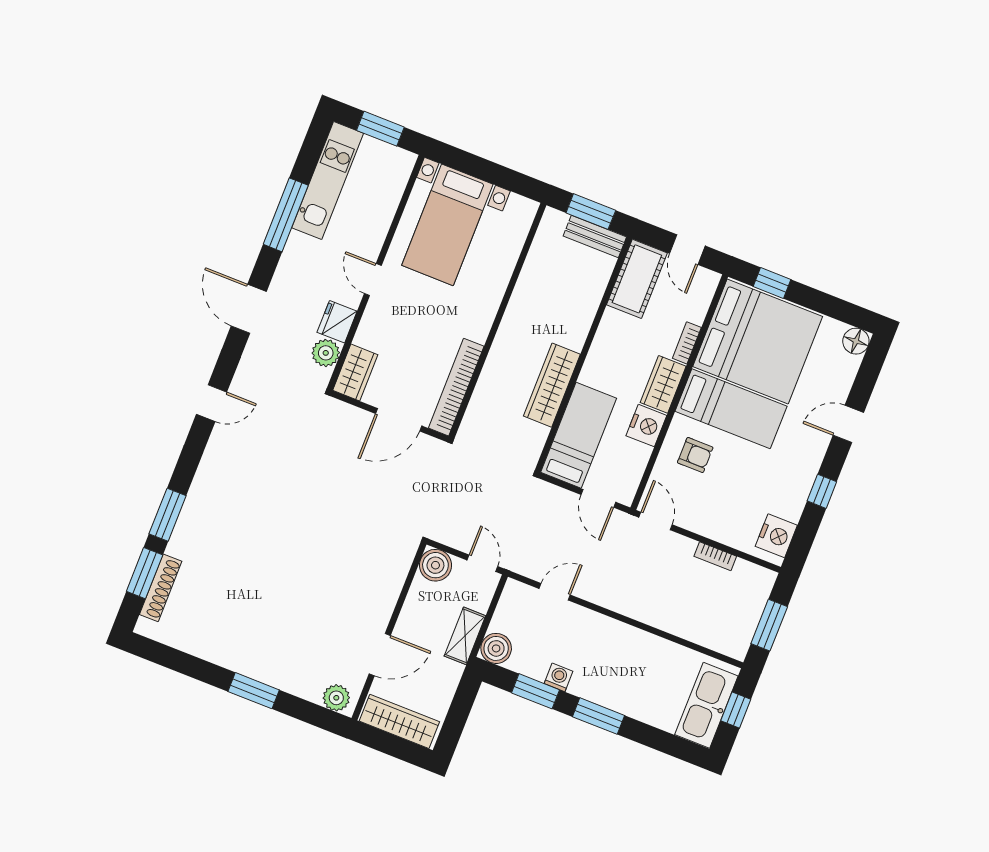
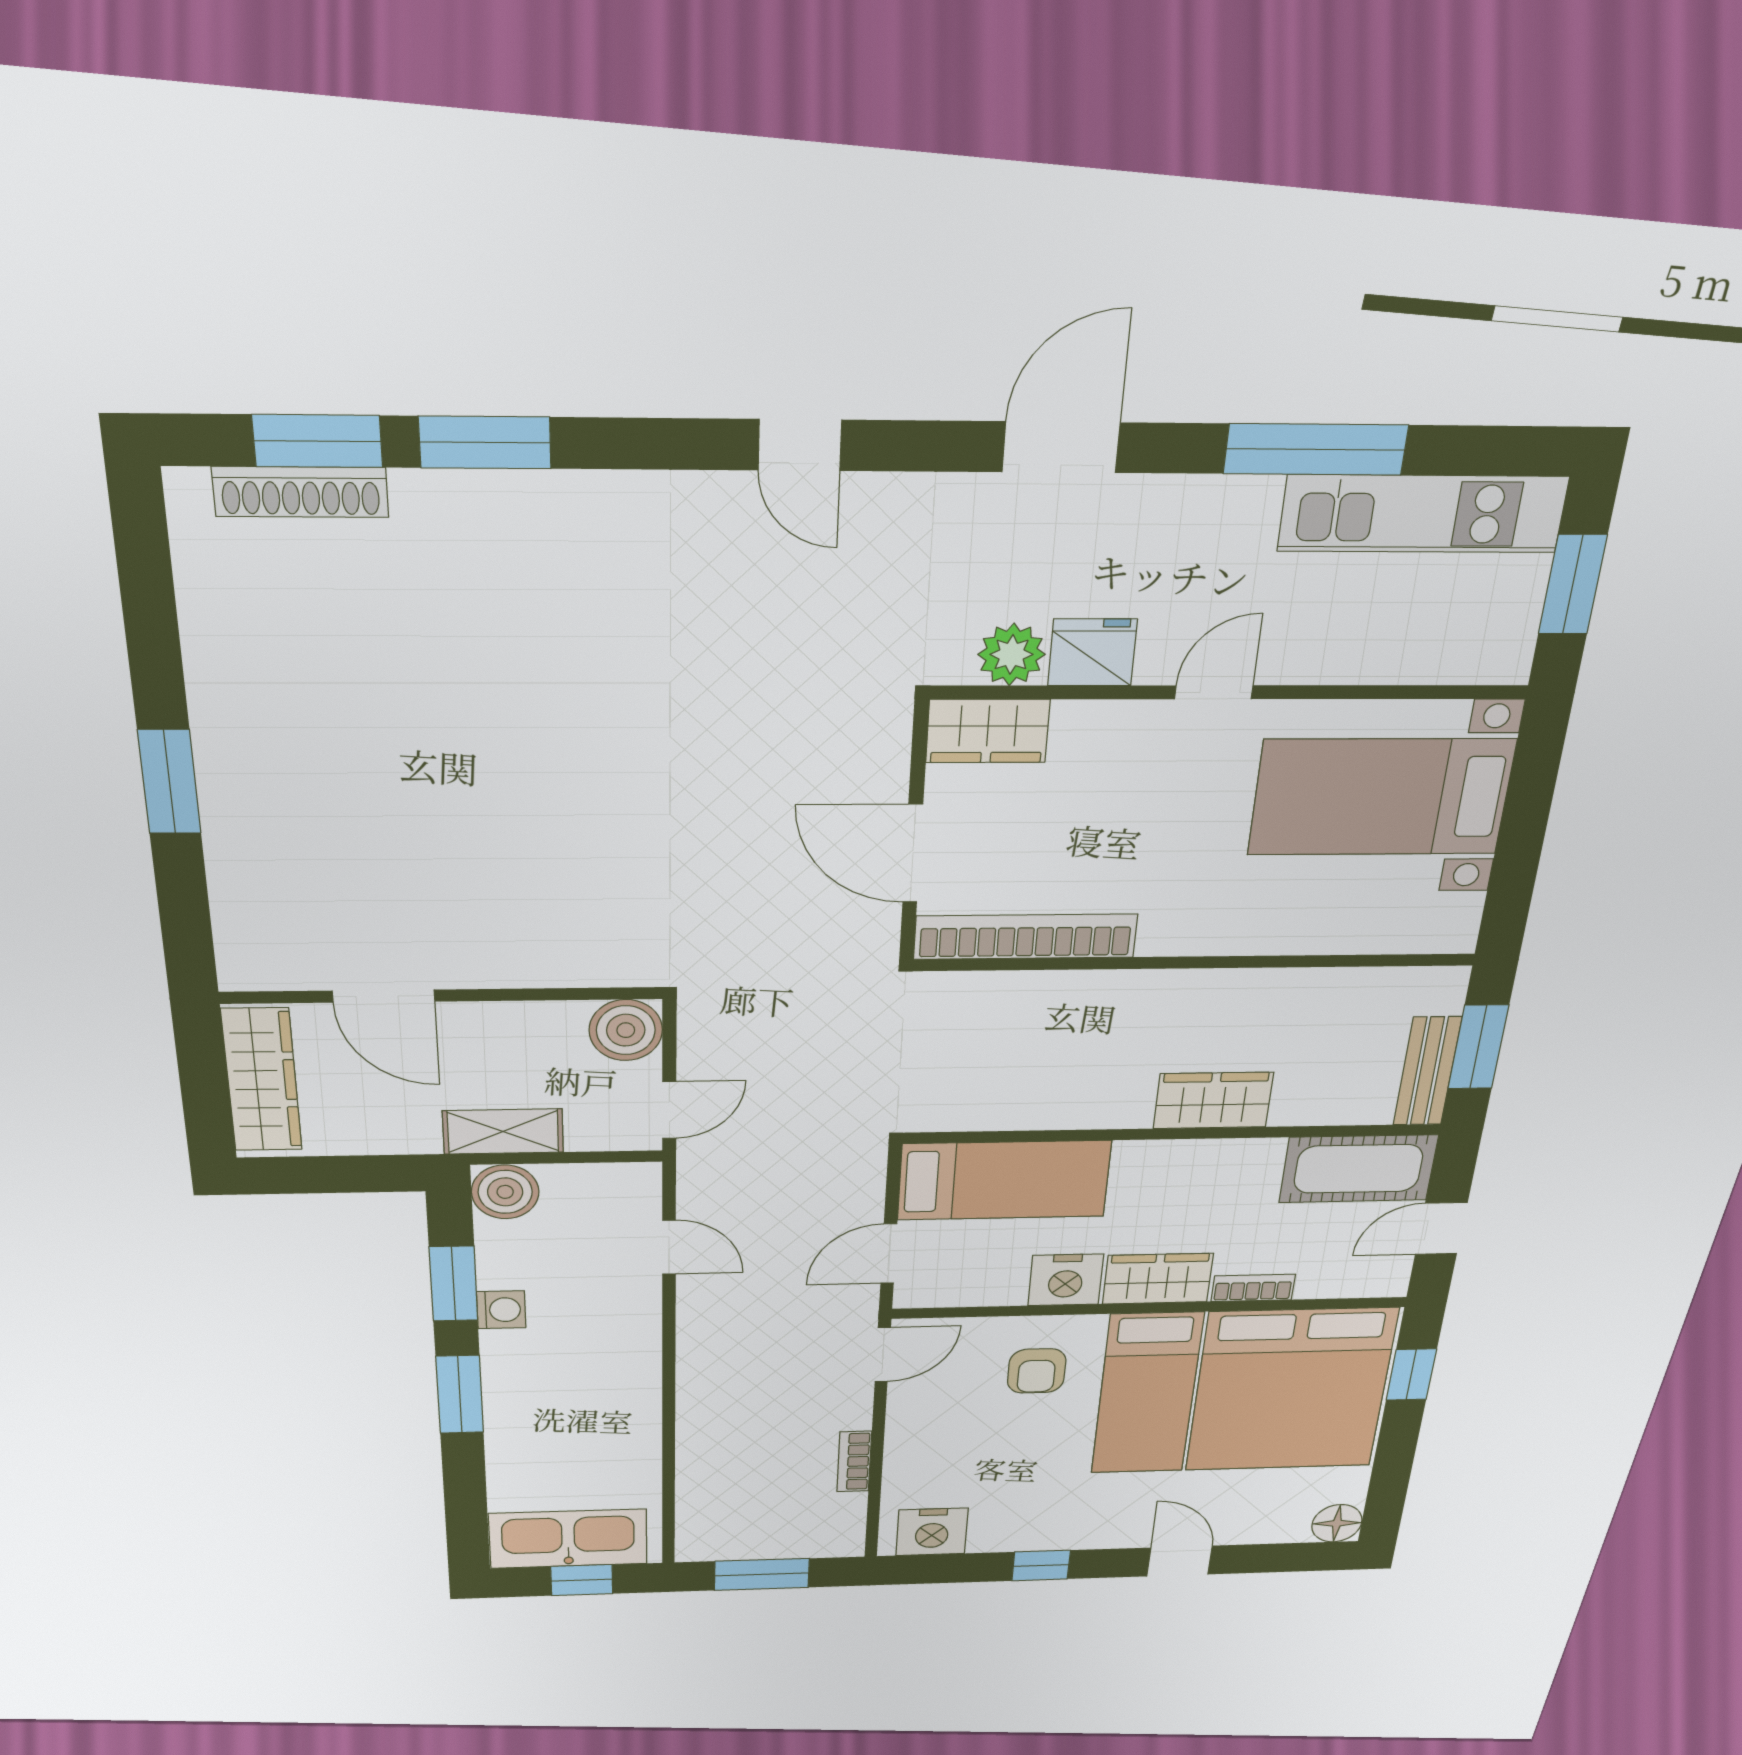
wardrobe: (552, 385) -> (1213, 1100), moved, width x0.67
plant: (336, 698) -> (246, 949), removed

